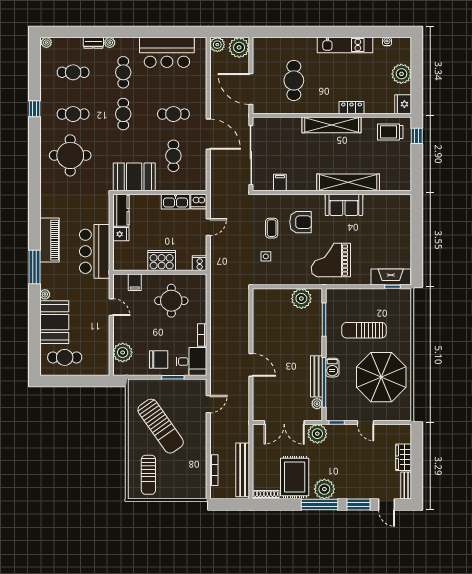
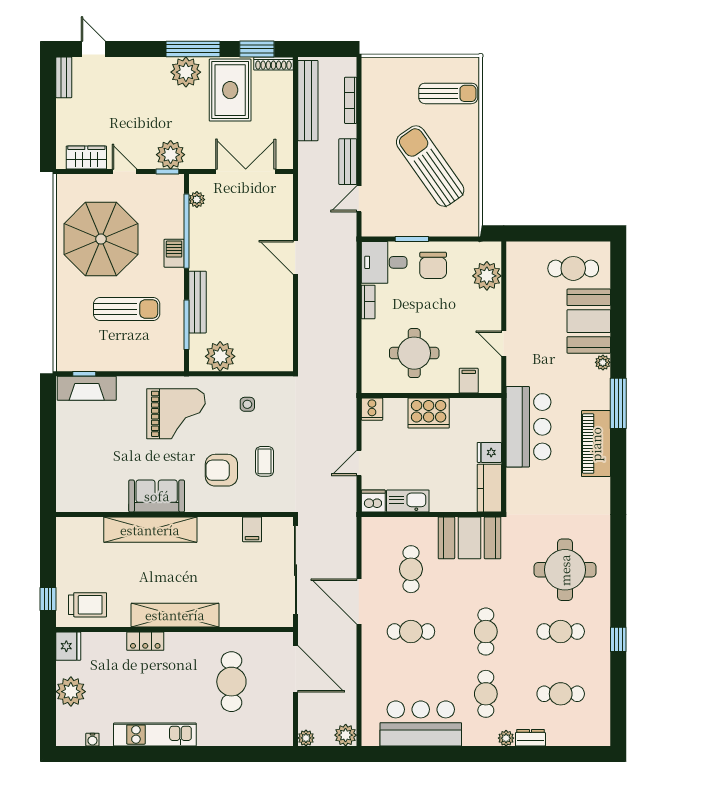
plant: (46, 43) -> (601, 738), removed
plant: (239, 47) -> (306, 738), width x0.53, depth x0.53
side table: (266, 256) -> (247, 404), moved
chair: (159, 359) -> (433, 265), turned -90
bench: (317, 376) -> (197, 302), moved
bench: (216, 429) -> (348, 162), added
plant: (317, 434) -> (171, 155), moved
wardrobe: (404, 457) -> (86, 158), moved, turned -90
sun lounger: (148, 475) -> (448, 93), turned 90
window: (359, 505) -> (257, 49), moved

